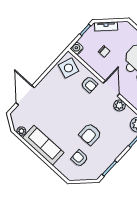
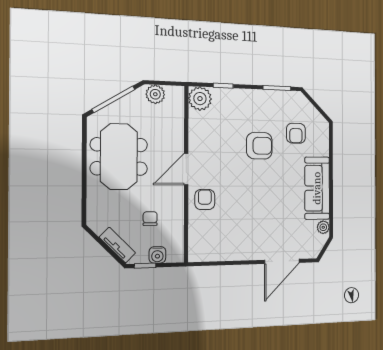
water cooler: (77, 48) -> (157, 255), moved
side table: (68, 68) -> (208, 242), removed
plant: (119, 105) -> (197, 141), removed

